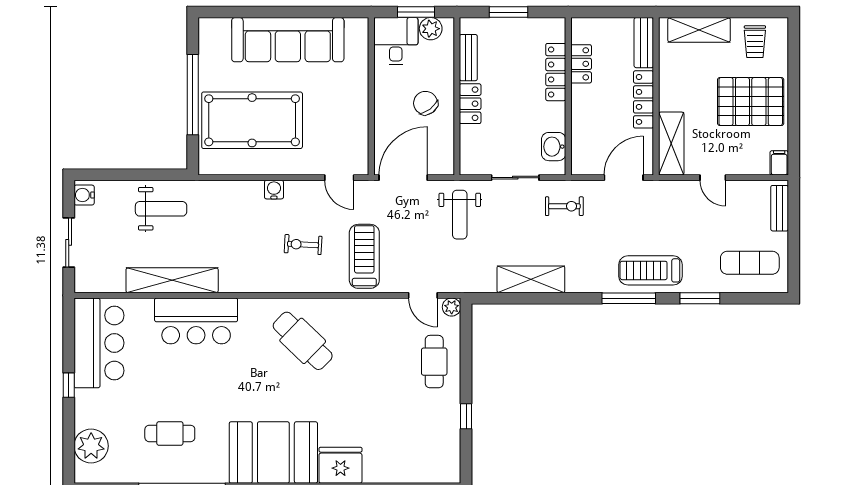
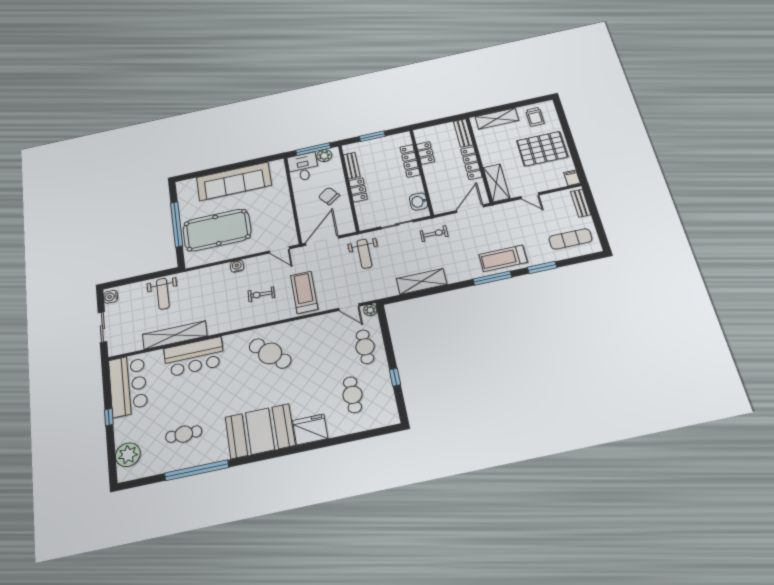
window: (416, 12) -> (313, 149), width x1.44
weight bench: (161, 209) -> (163, 294), turned 90
cafe table: (405, 428) -> (352, 395), added

